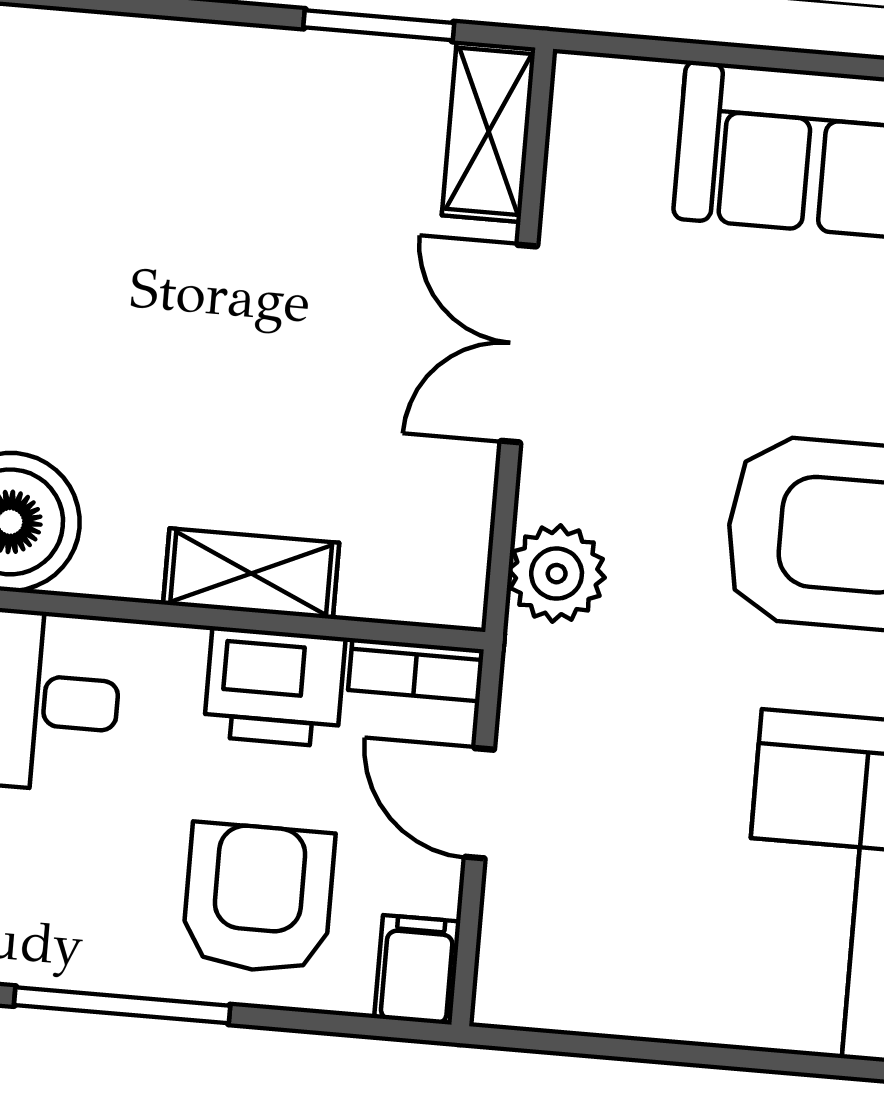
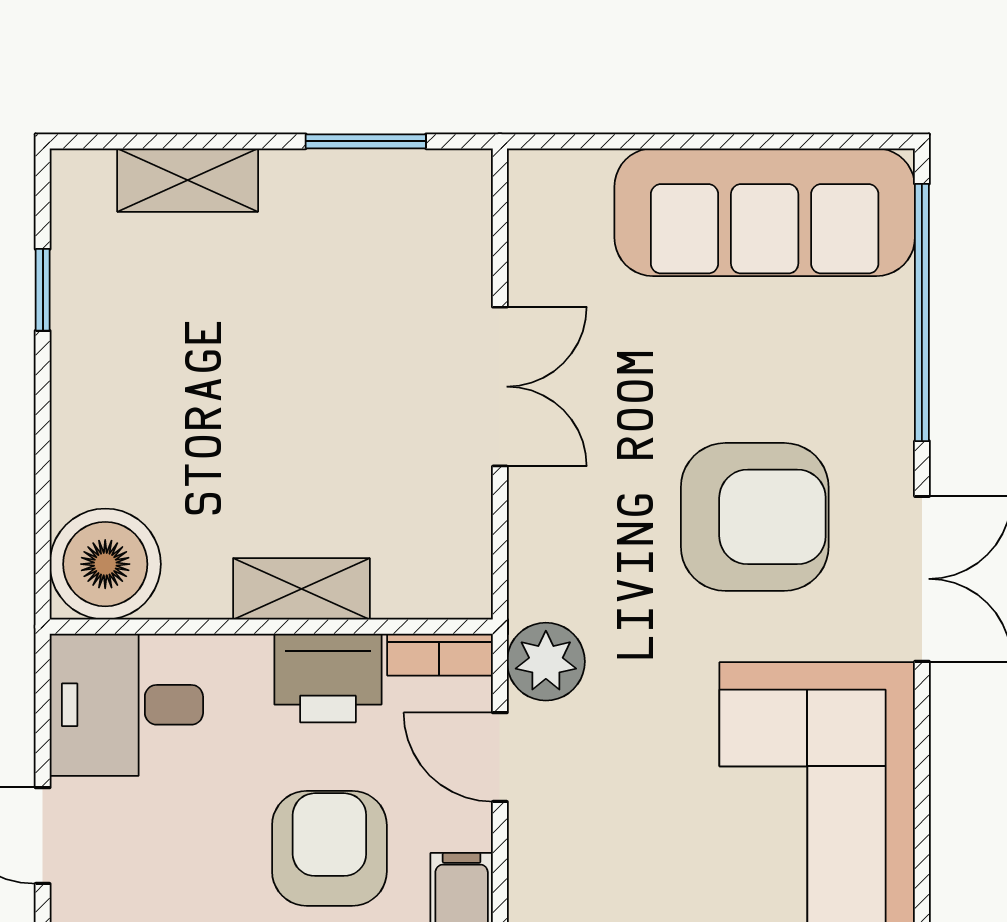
shelving: (489, 131) -> (188, 180), moved, turned 90
double door: (519, 344) -> (500, 387), swing flipped
plant: (557, 574) -> (546, 662), moved

